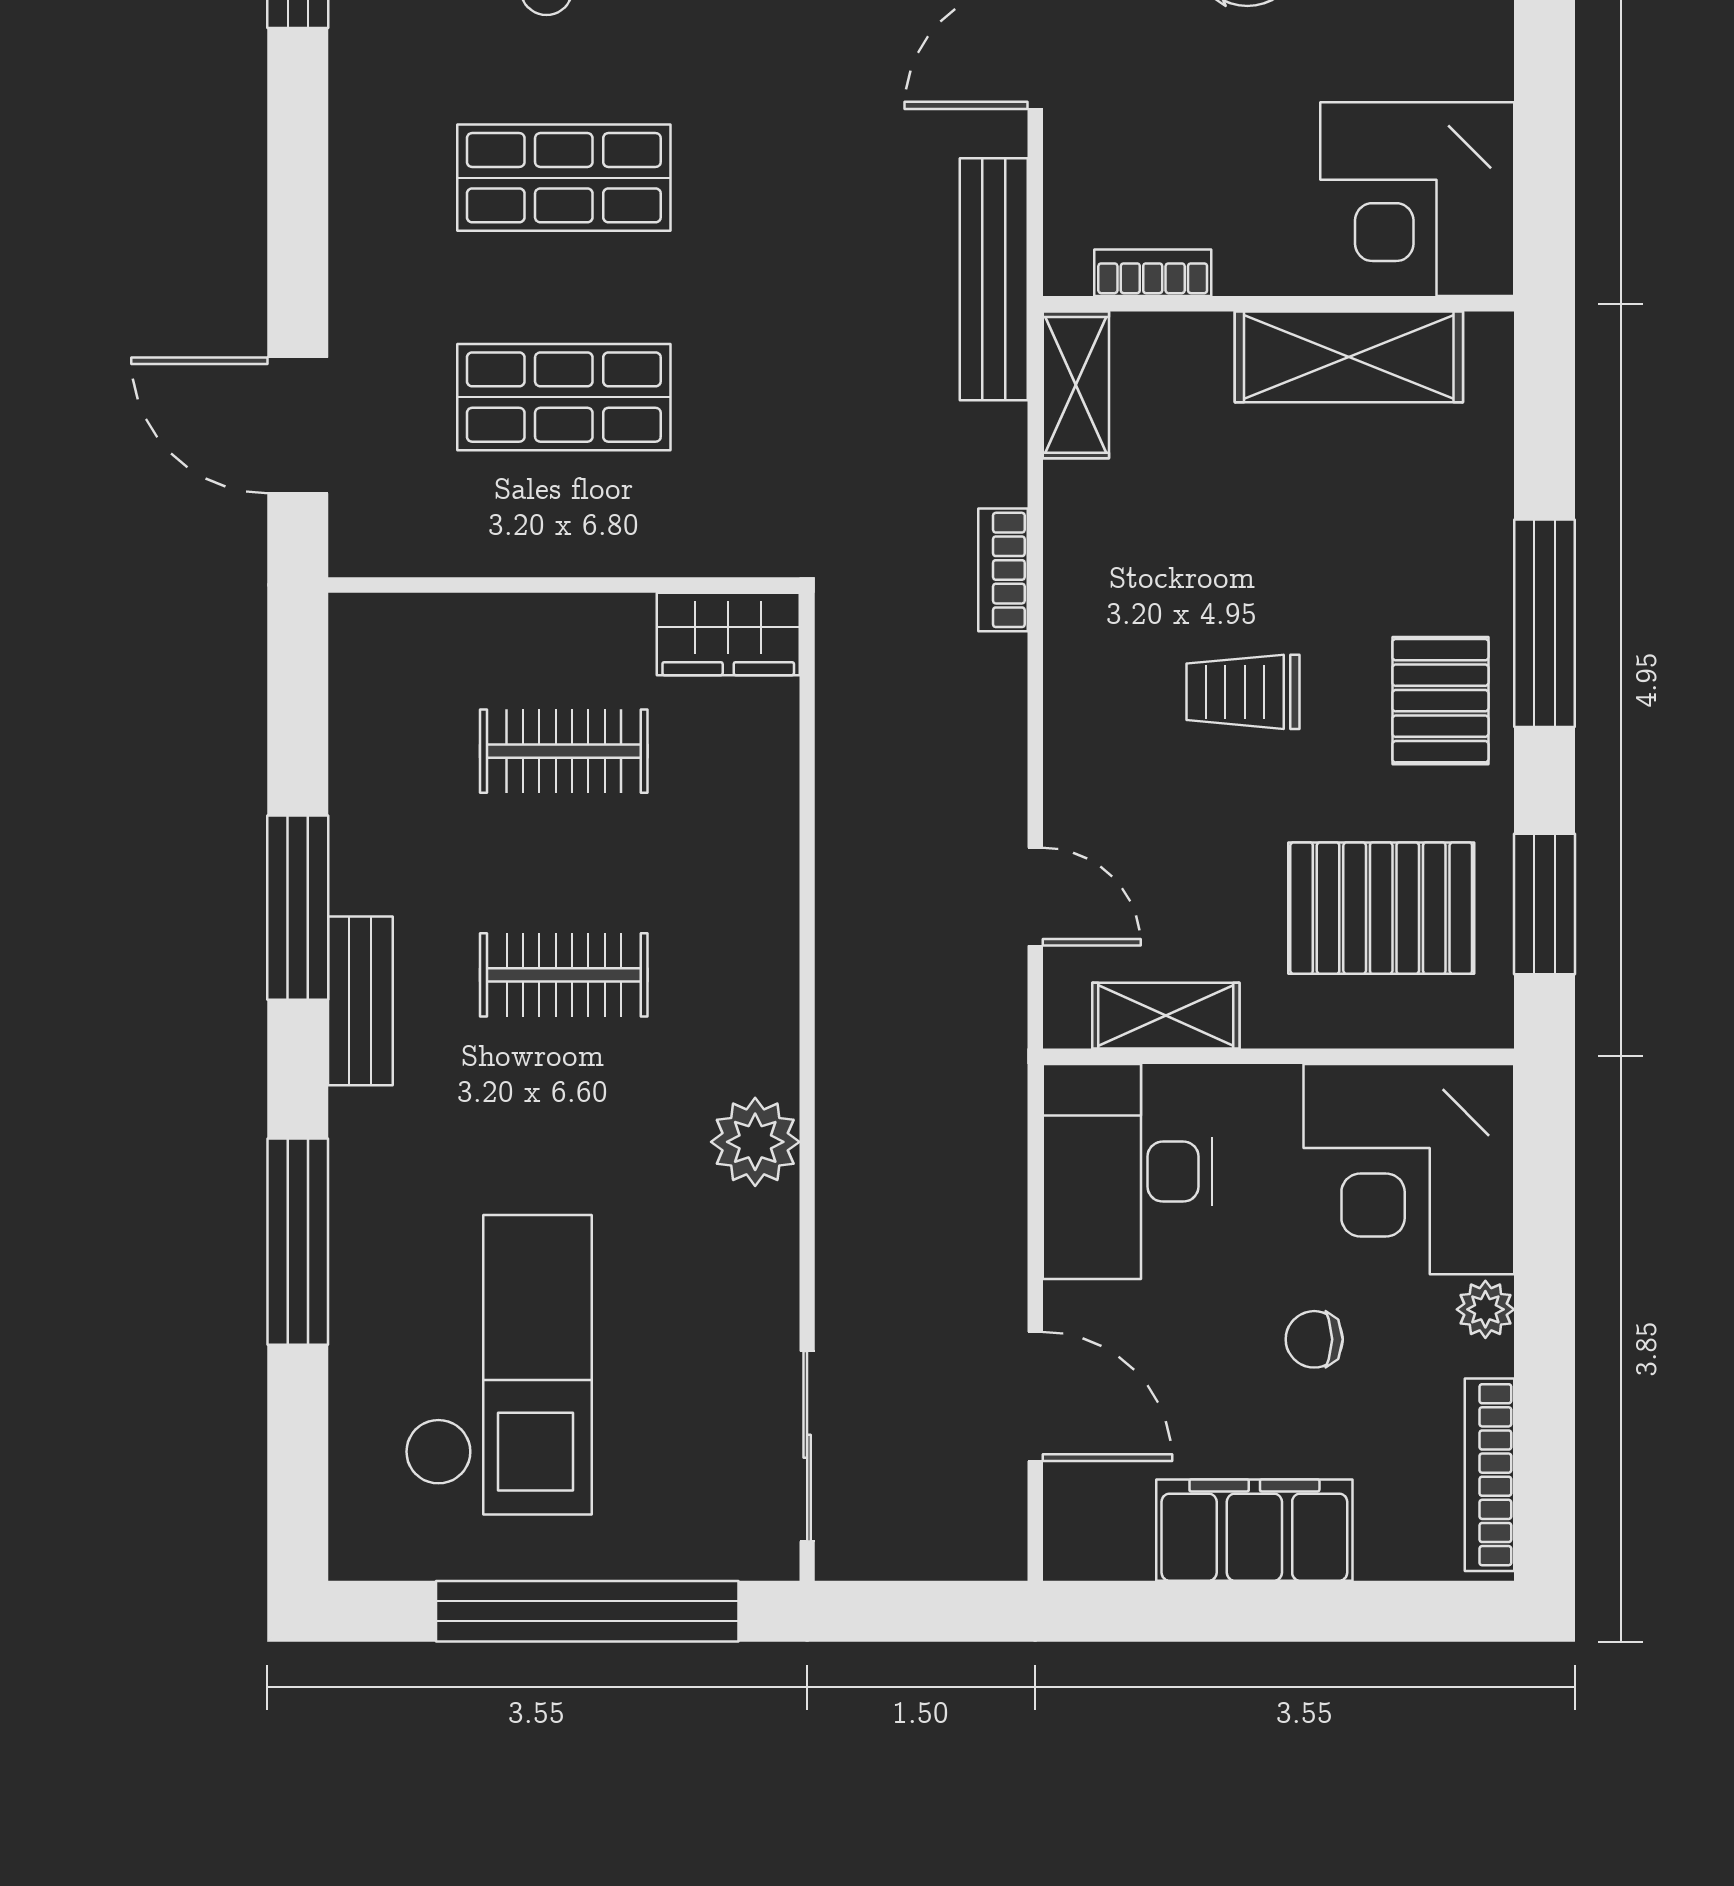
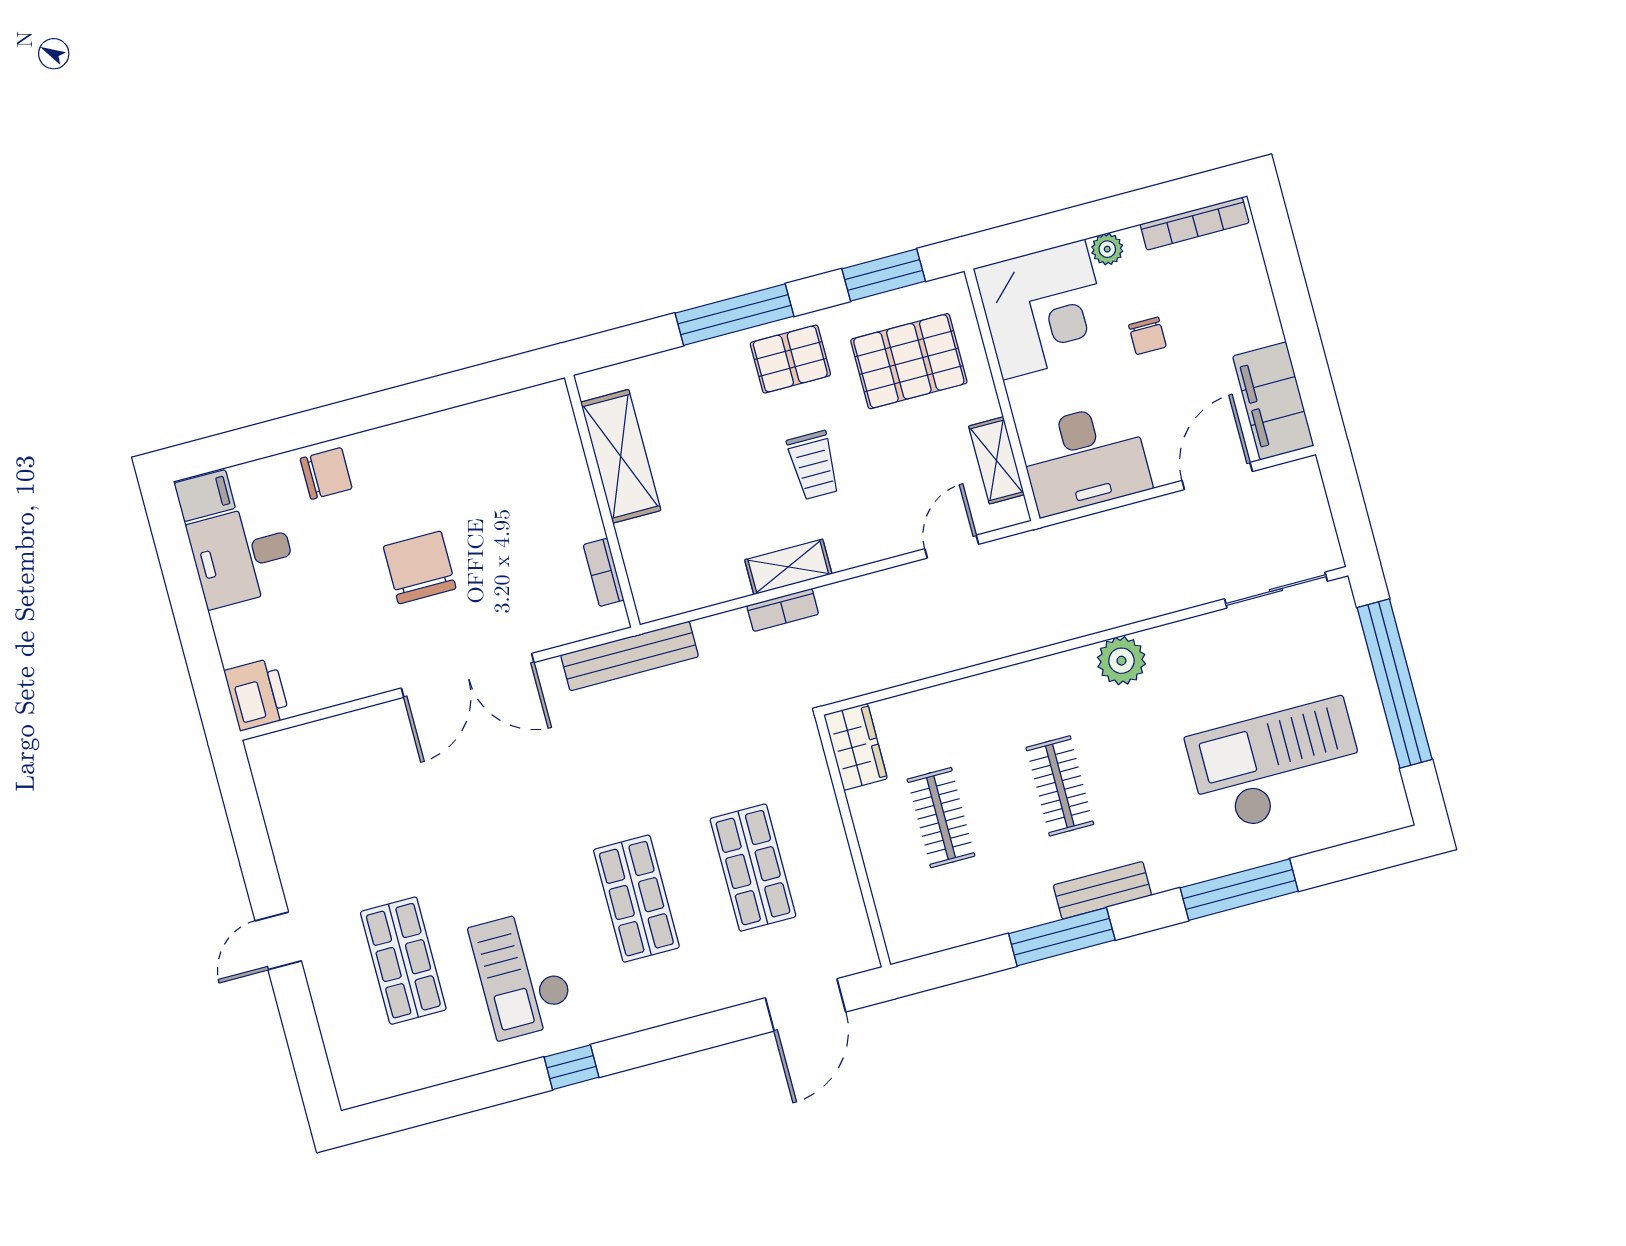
corner desk: (1417, 199) -> (527, 442), removed
shelving: (1076, 385) -> (788, 567), moved
pallet: (1381, 908) -> (909, 361), turned 90
filing cabinet: (1254, 1530) -> (1273, 401), moved

